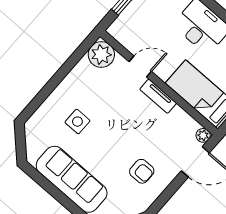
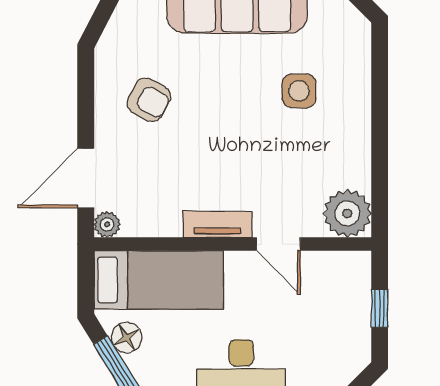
door: (140, 66) -> (278, 244), hinge flipped
armchair: (142, 171) -> (149, 100), turned -151

